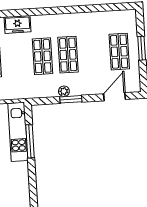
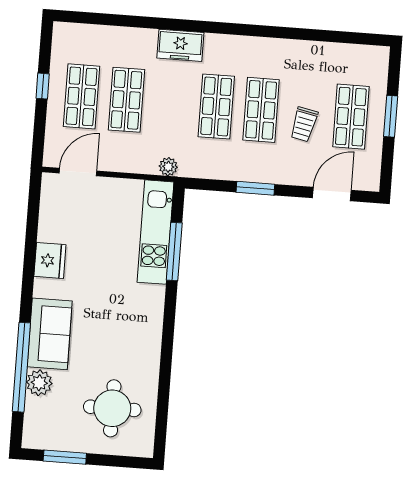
trolley: (93, 60) -> (304, 124), added
plant: (64, 91) -> (168, 167), moved

